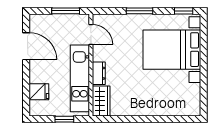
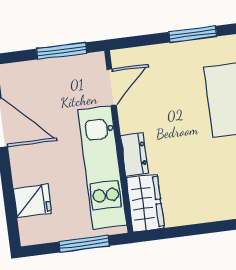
door: (91, 34) -> (112, 87), hinge flipped
window: (64, 119) -> (84, 244), width x1.50

